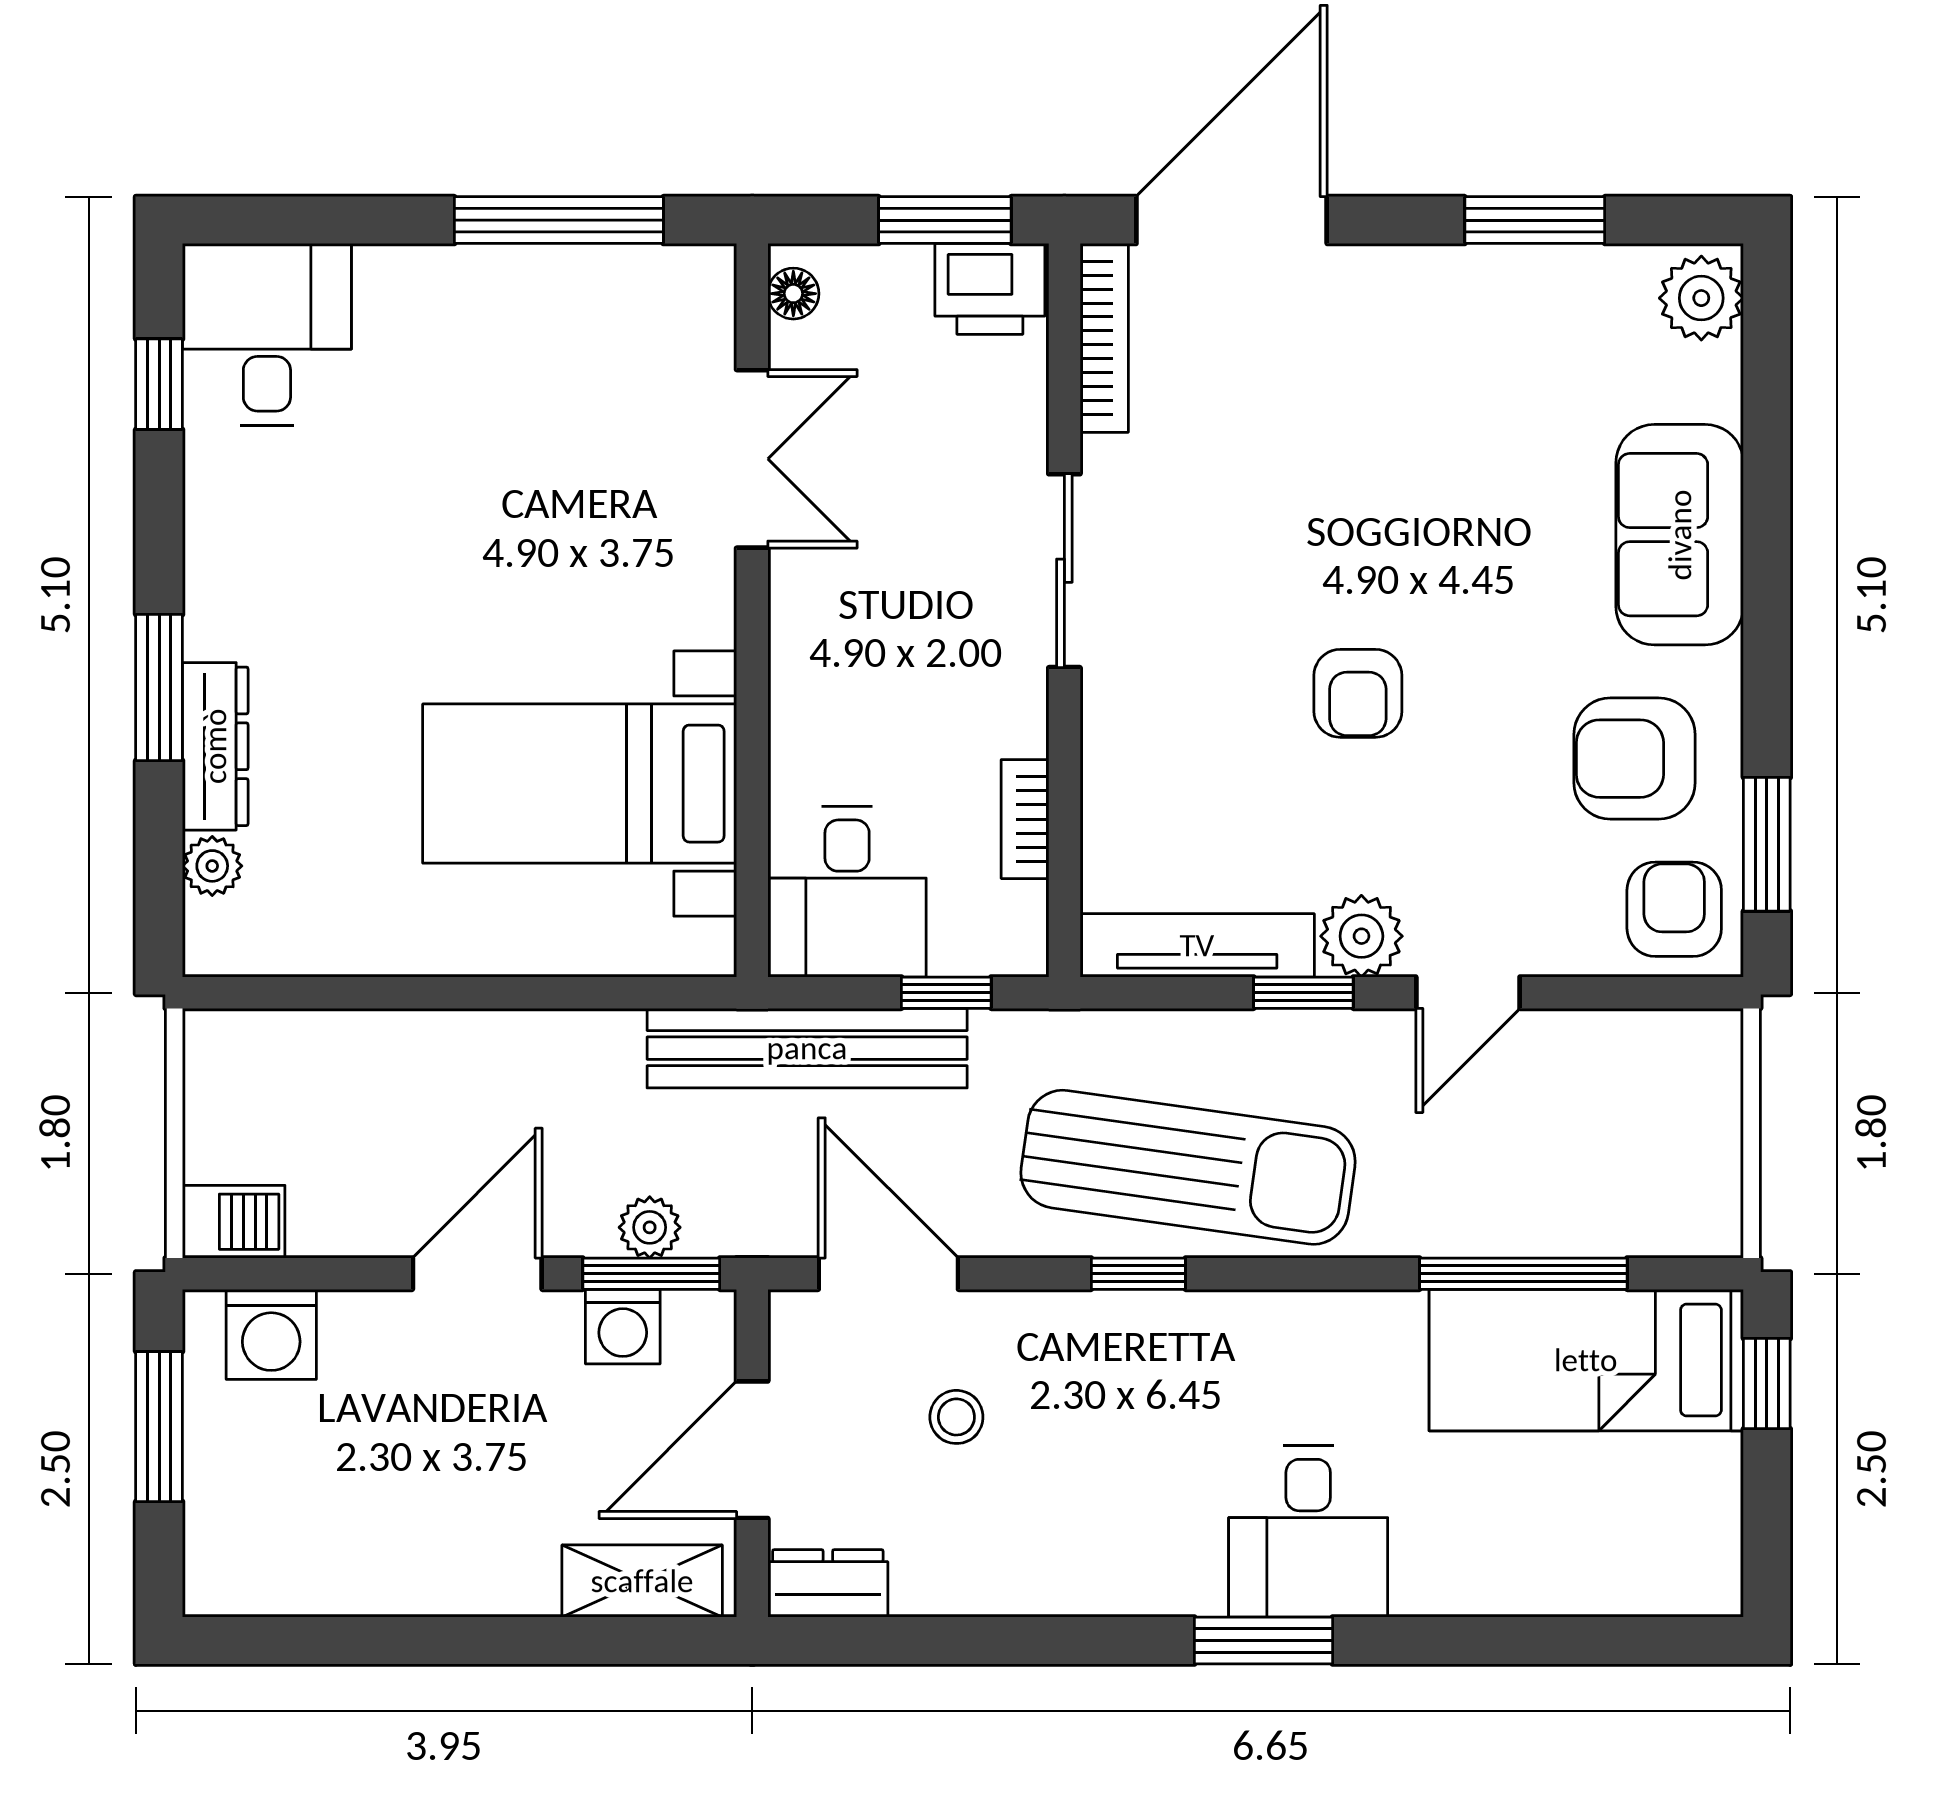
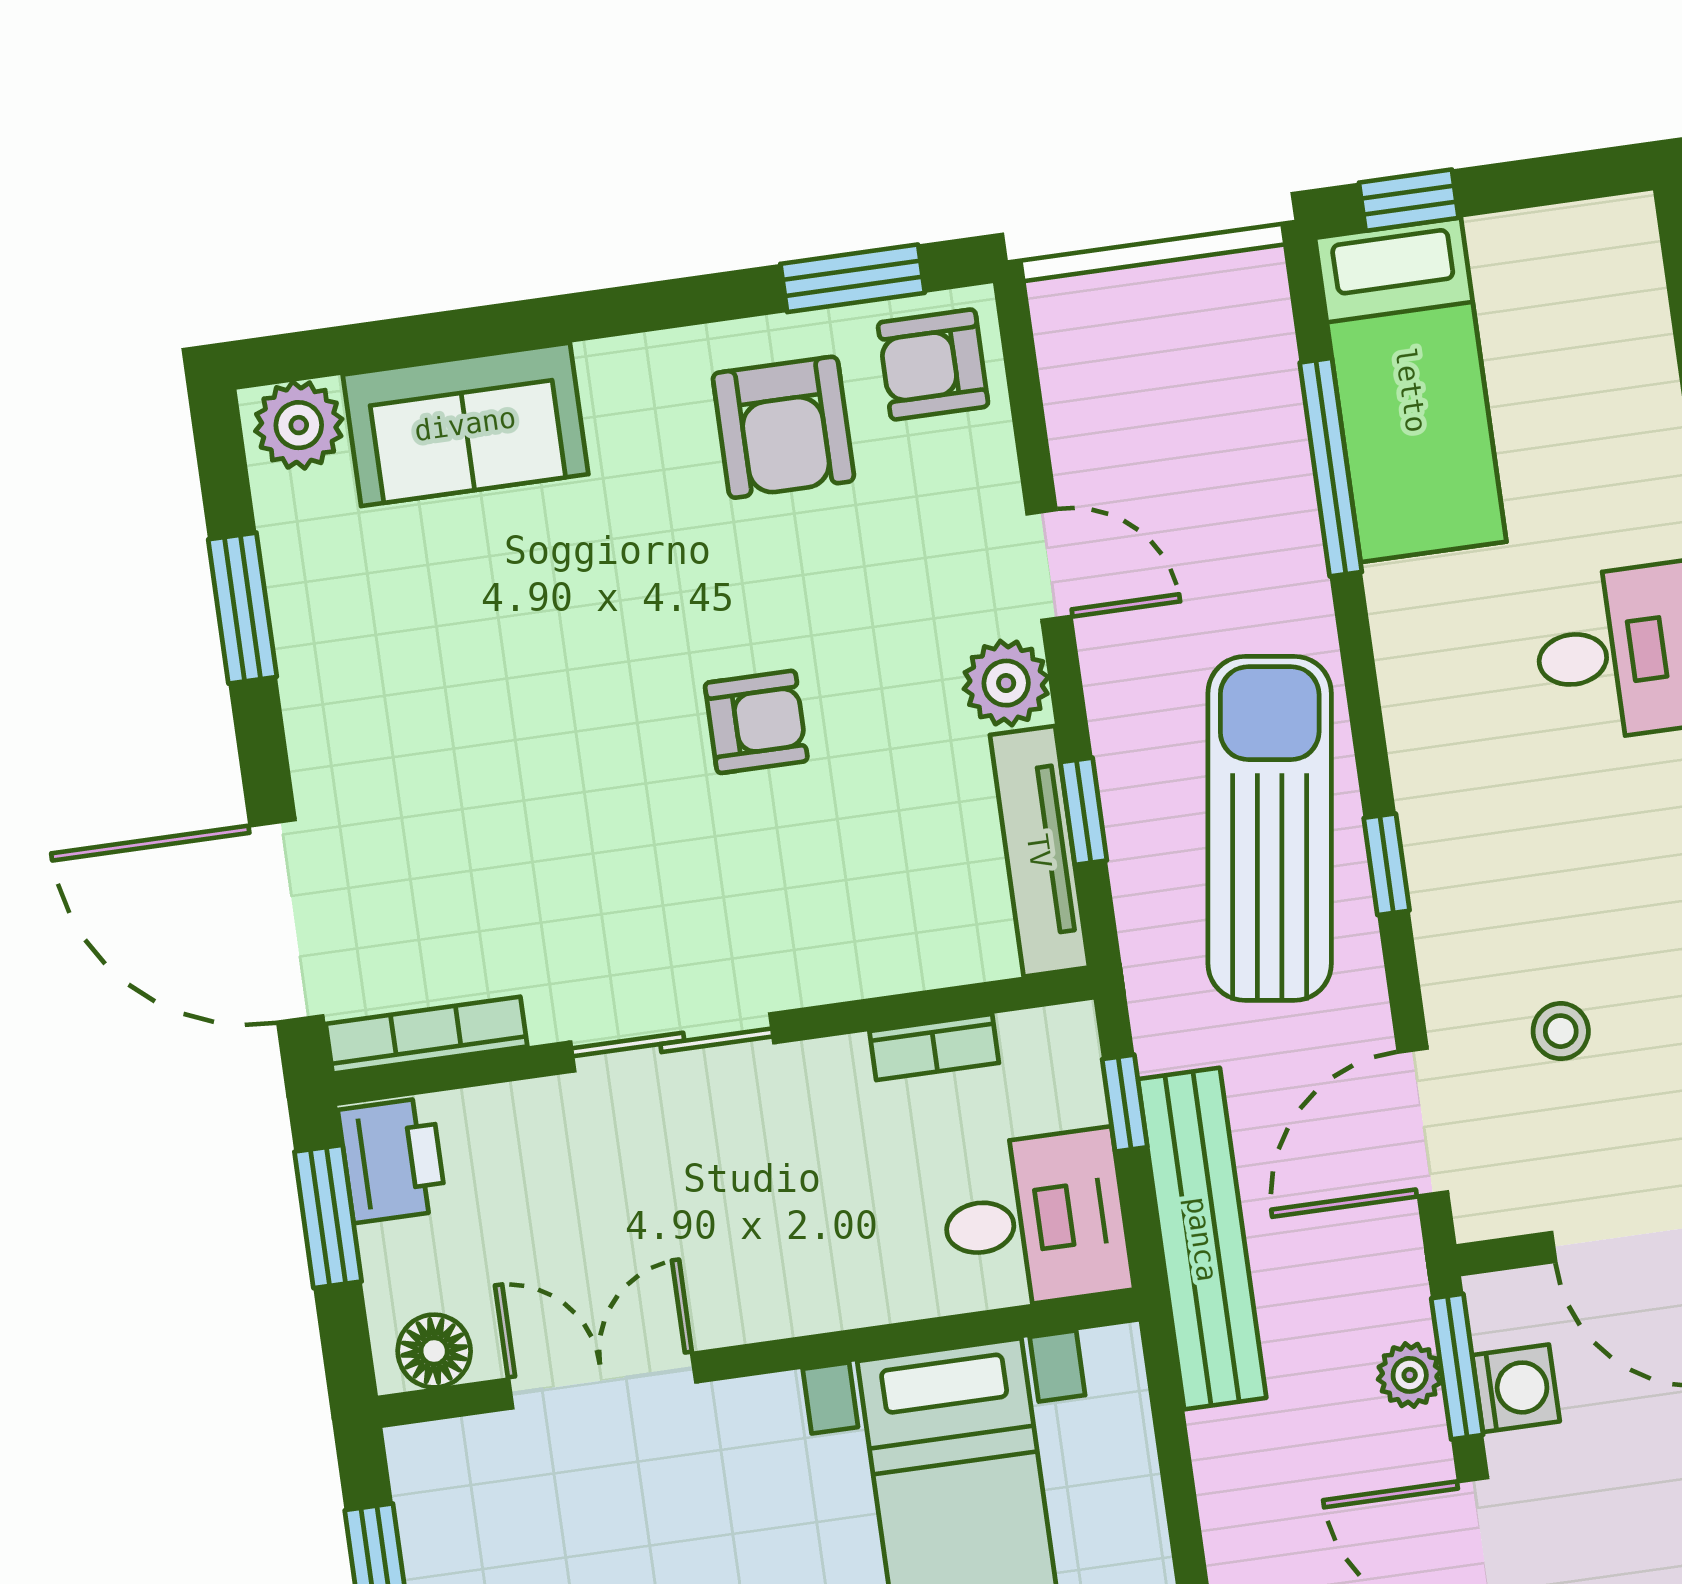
floor lamp: (793, 294) -> (434, 1351), width x1.37, depth x1.37
sofa: (1680, 535) -> (465, 424), moved
window: (1303, 993) -> (1084, 811), moved

